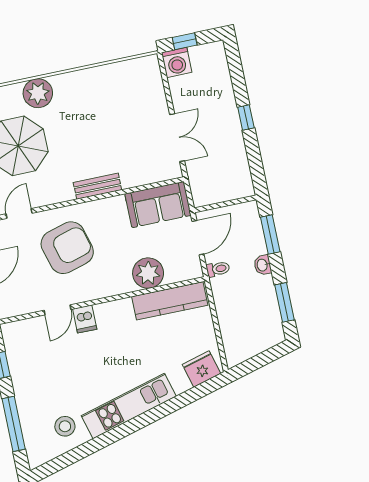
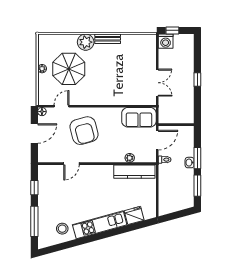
bench: (97, 186) -> (108, 39), moved
window: (270, 234) -> (197, 158), moved
armchair: (67, 248) -> (84, 131), turned 91
plant: (148, 273) -> (130, 158), width x0.53, depth x0.53
dishwasher: (85, 319) -> (85, 172), removed
fridge: (201, 369) -> (134, 215), moved

